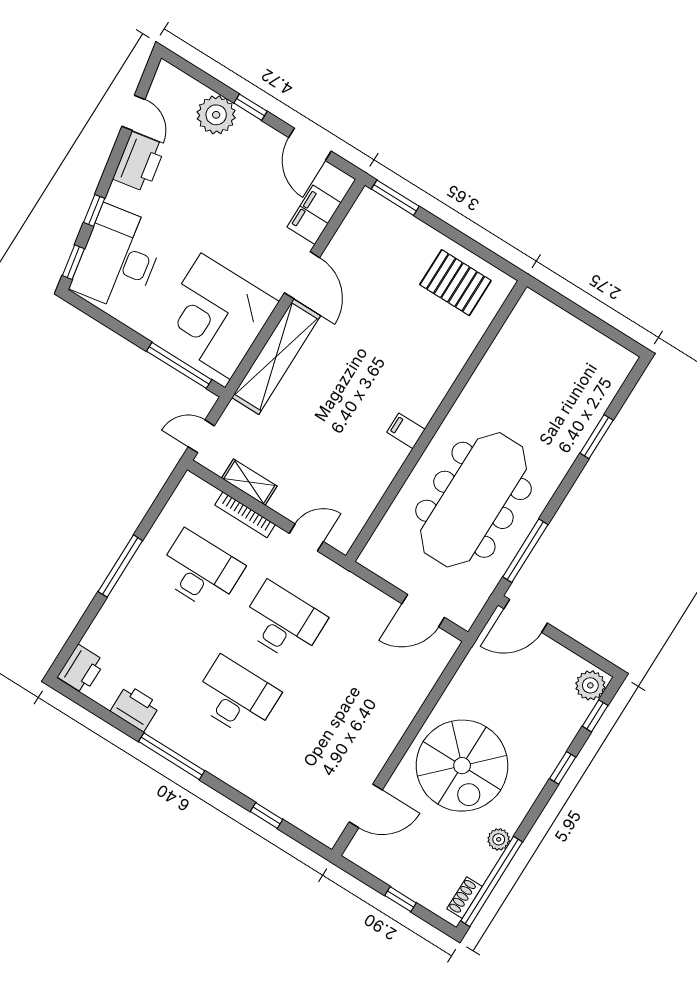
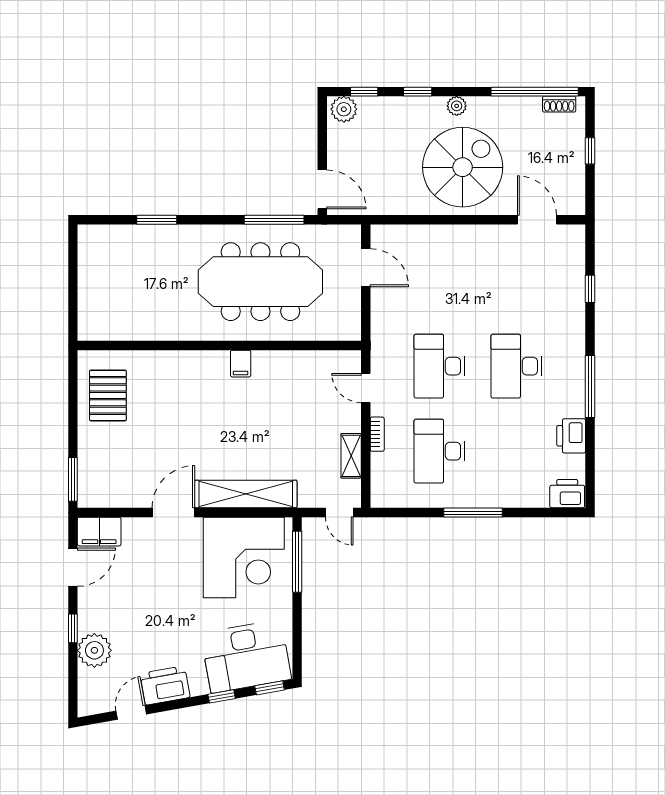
filing cabinet: (314, 215) -> (99, 532), moved
bookcase: (245, 515) -> (377, 434), width x0.64
plant: (499, 839) -> (457, 106), moved

